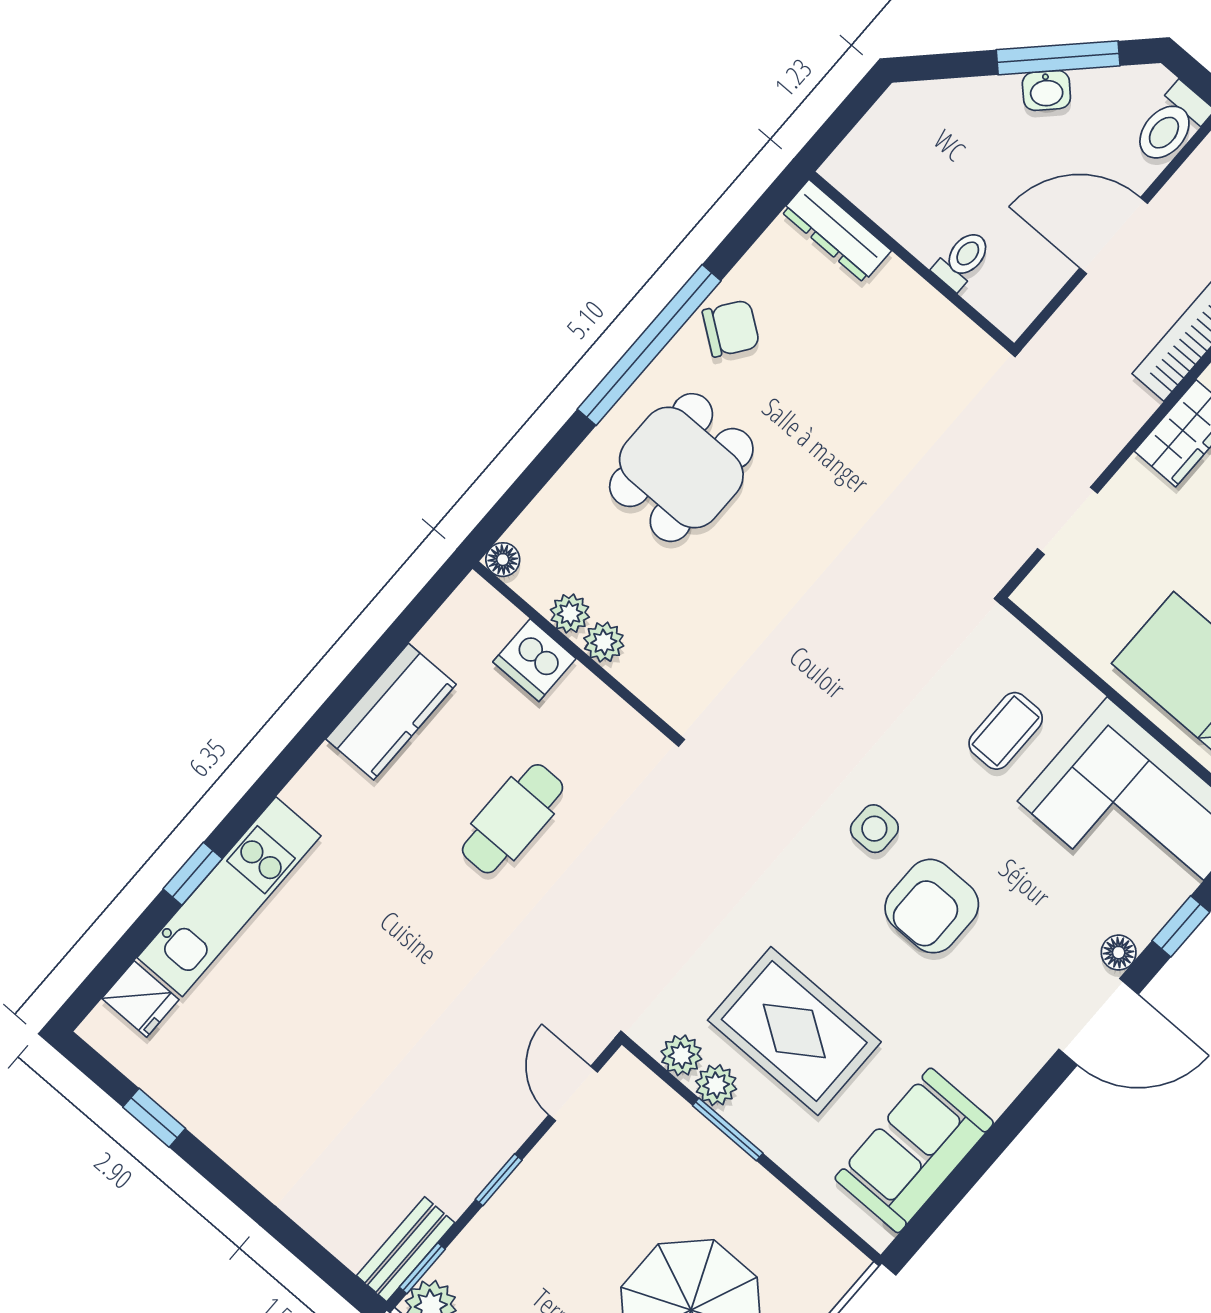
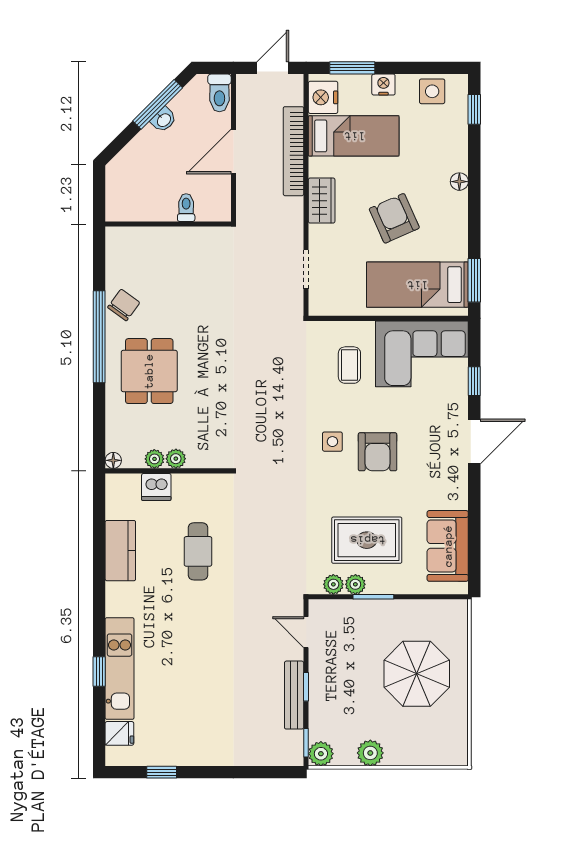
dresser: (836, 231) -> (131, 237), removed
floor lamp: (1119, 953) -> (460, 410), removed
bench: (406, 1249) -> (294, 695), moved, width x1.36

